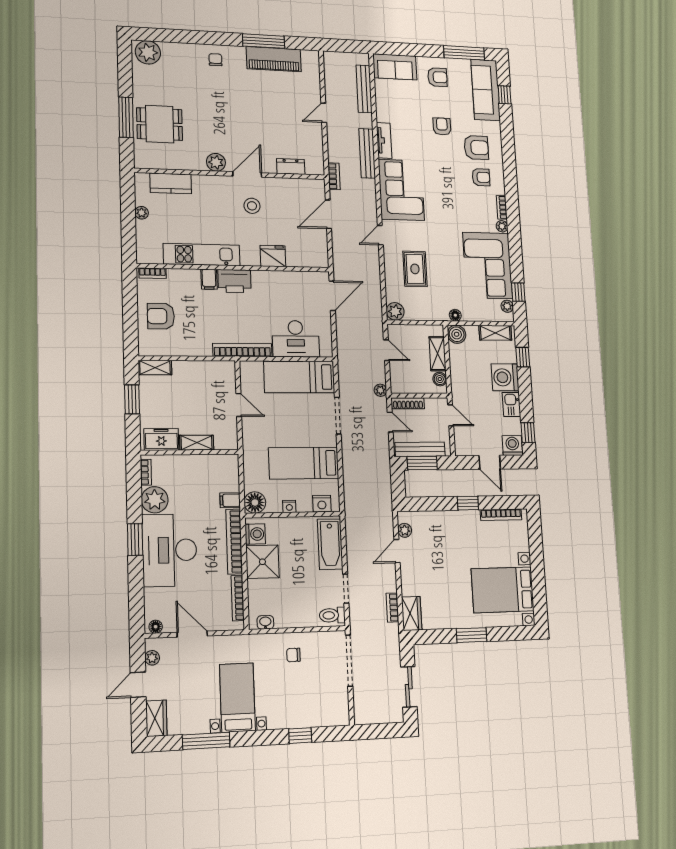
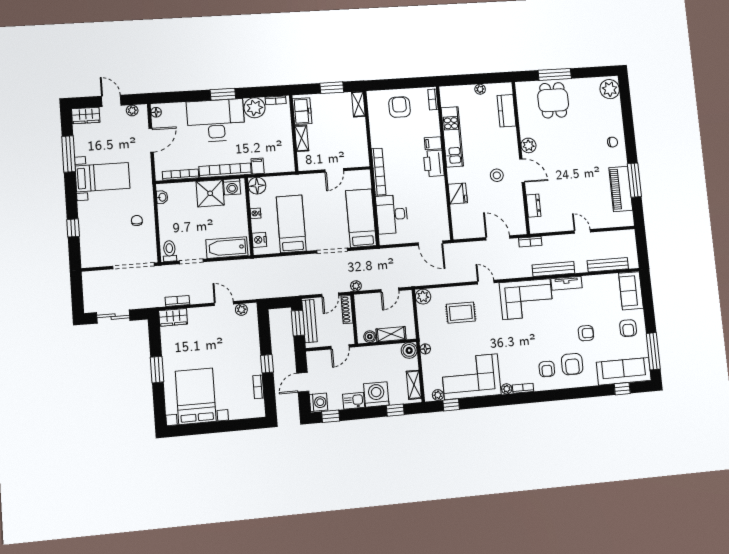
bookcase: (501, 515) -> (258, 387), width x0.64

